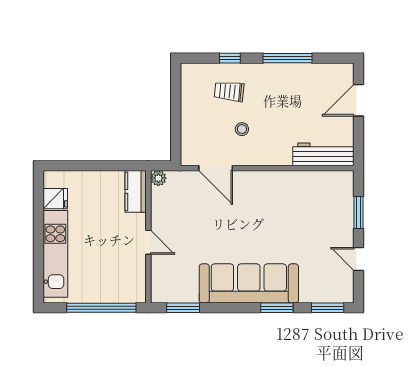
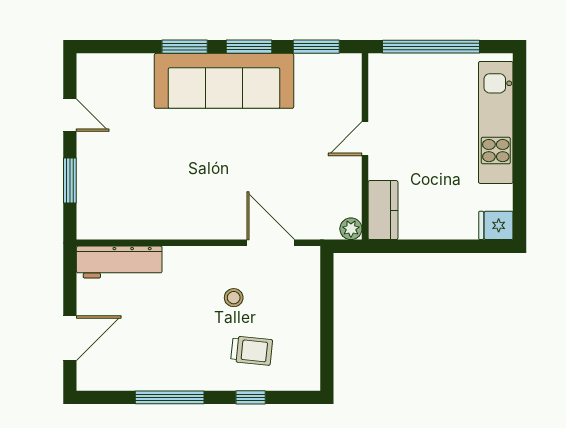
fridge: (55, 199) -> (496, 225), moved
door: (148, 242) -> (365, 139), hinge flipped
window: (328, 308) -> (249, 47), moved

